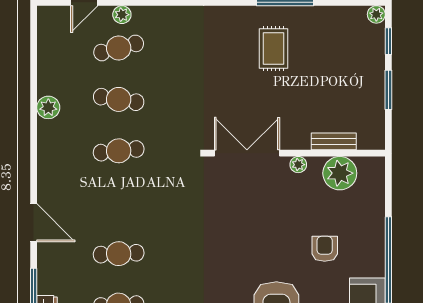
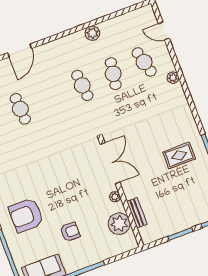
plant: (122, 15) -> (173, 78), moved

